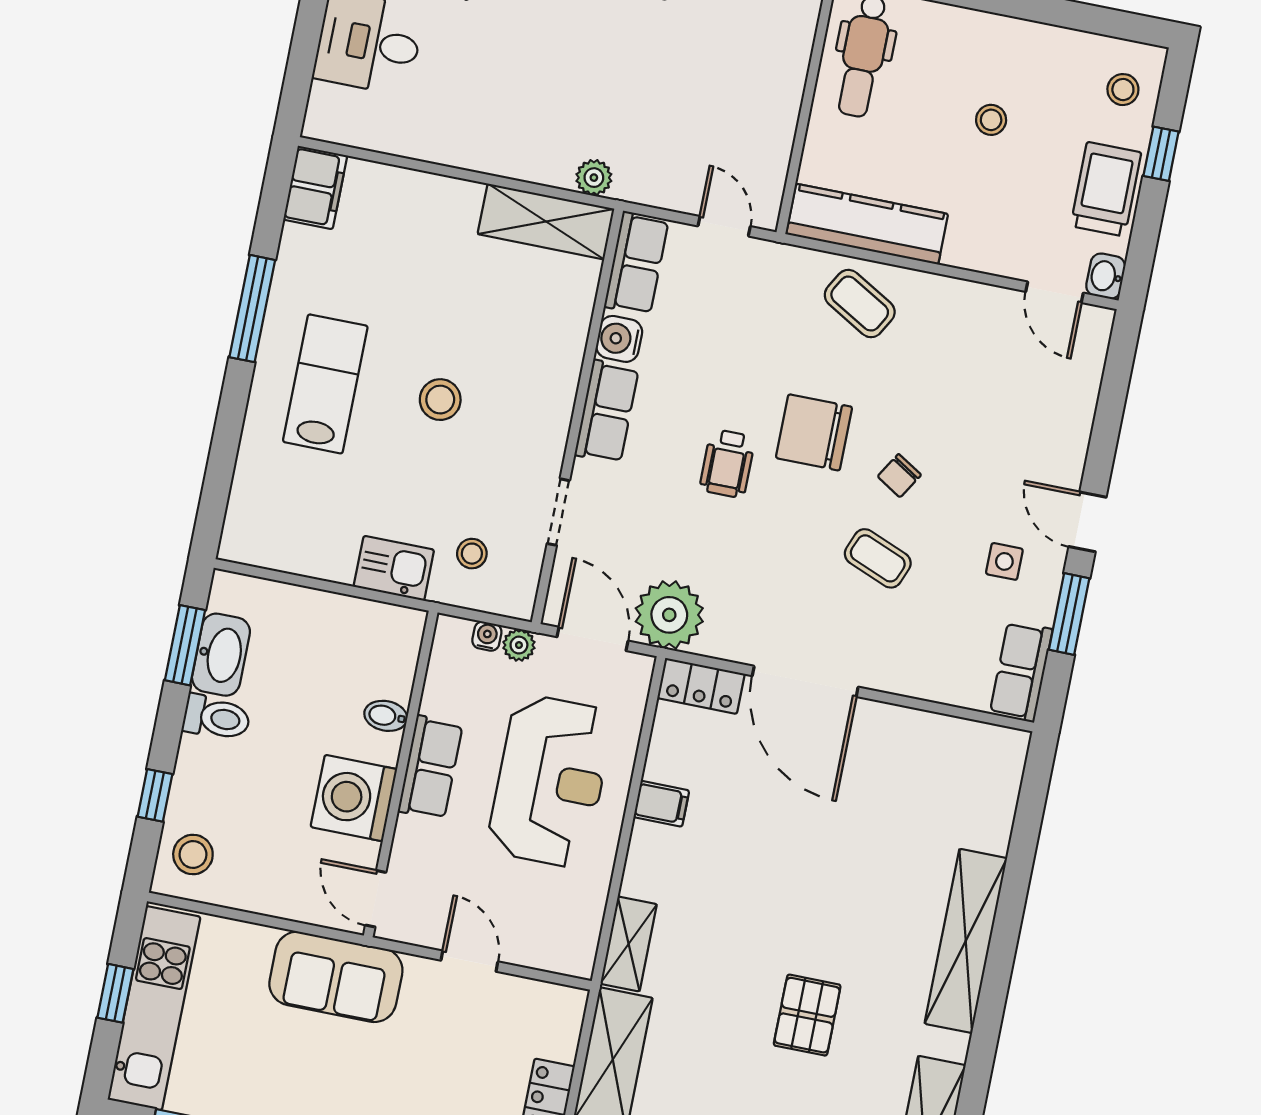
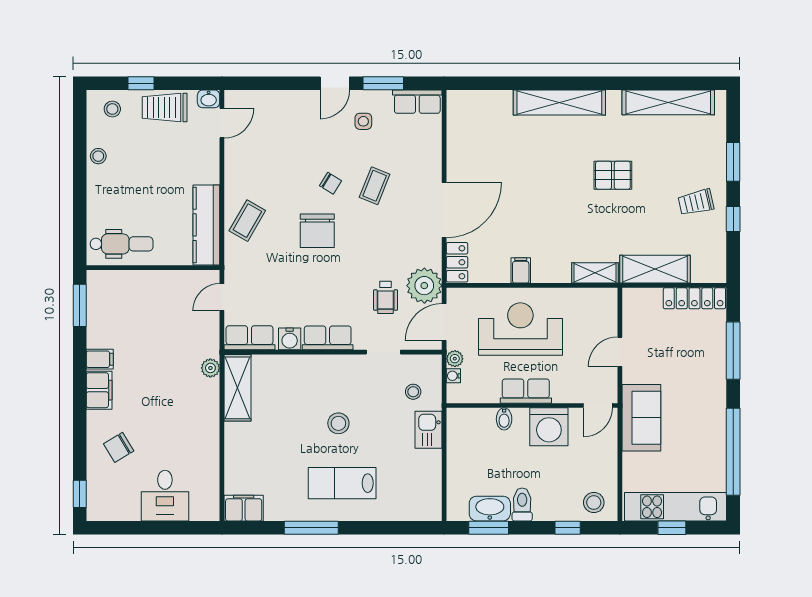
stool: (991, 120) -> (98, 156), moved
wheelchair: (727, 464) -> (386, 297), moved, turned 90

